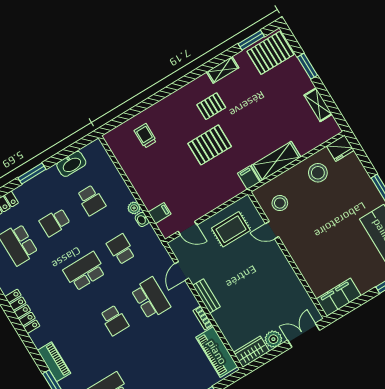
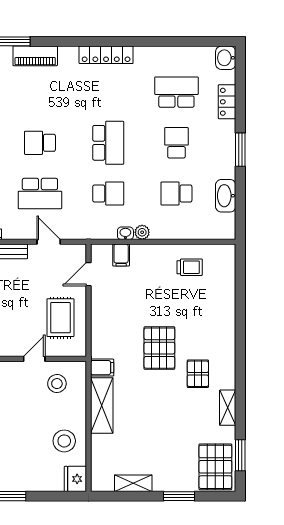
trolley: (145, 136) -> (190, 267), moved

